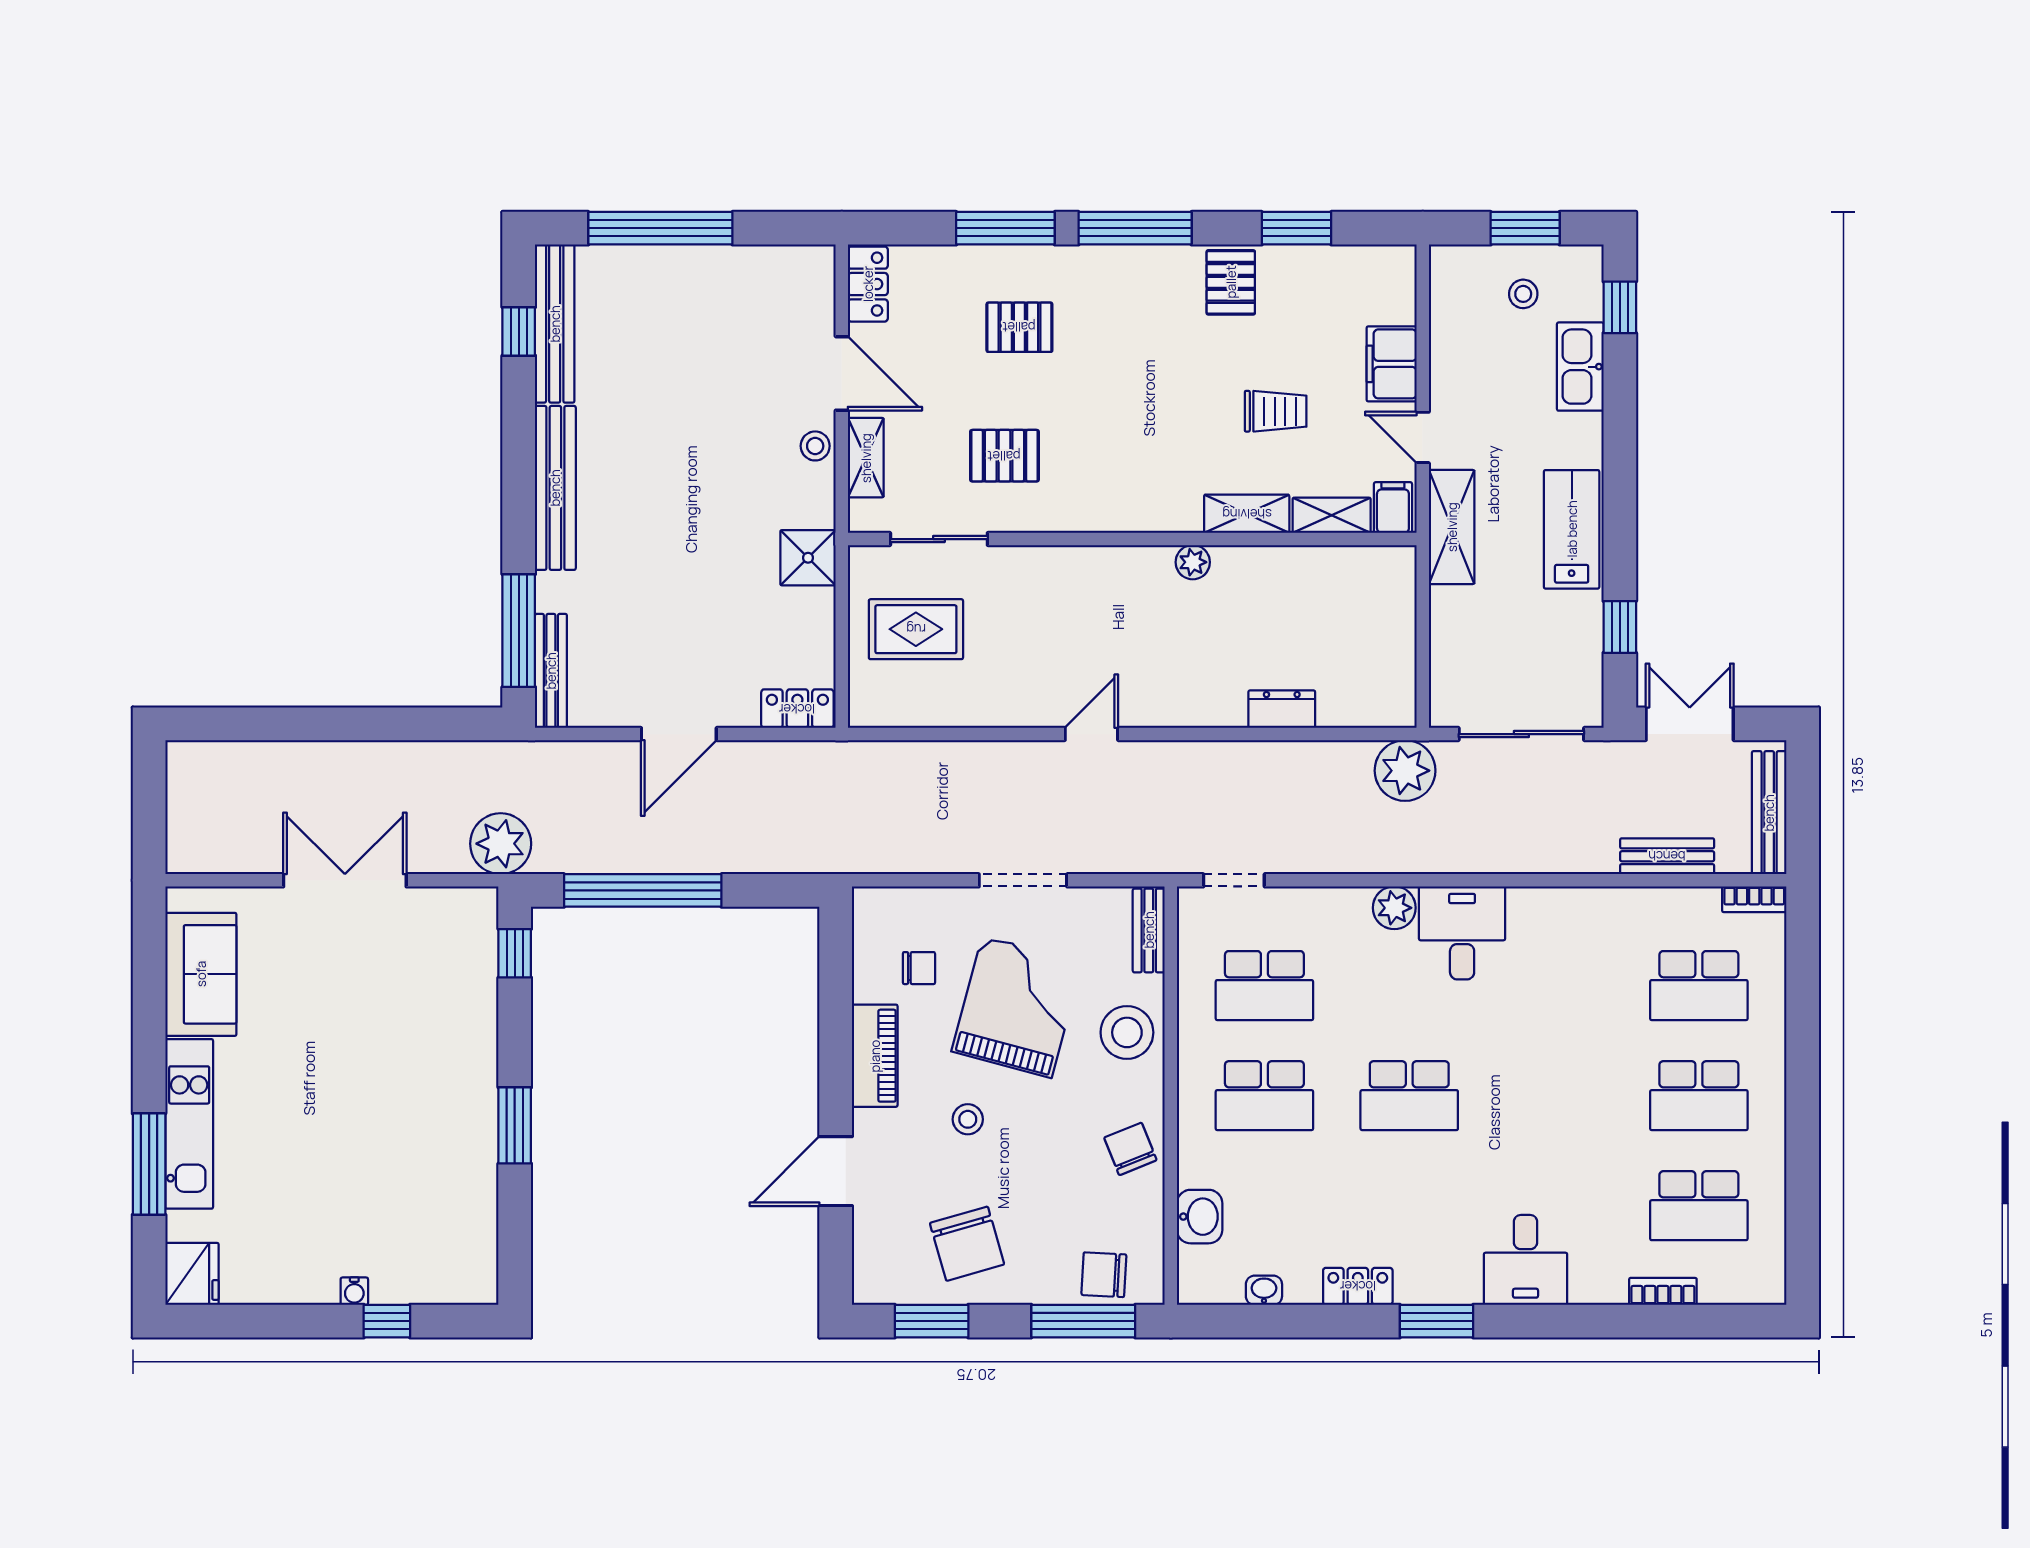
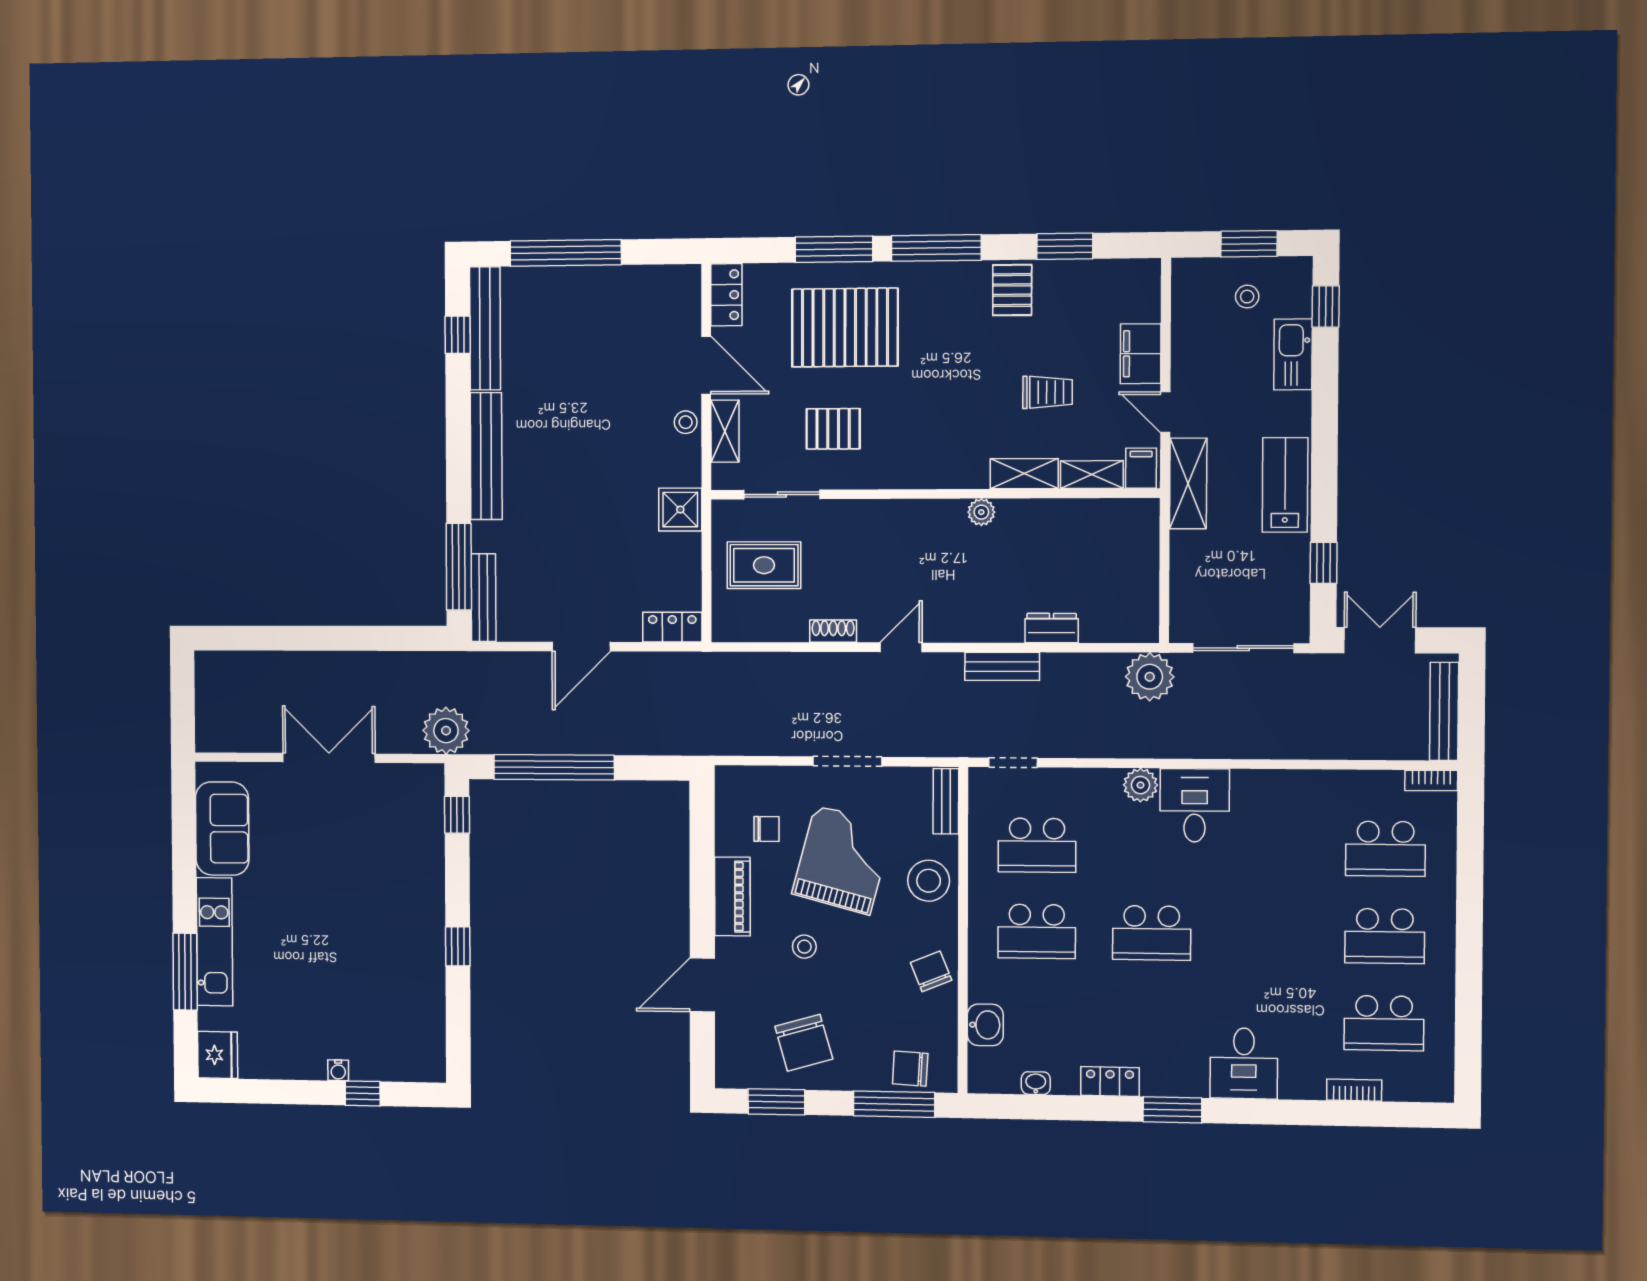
pallet: (1019, 327) -> (845, 327), width x2.05, depth x2.00
shoe rack: (1005, 713) -> (833, 631), added
bench: (1667, 856) -> (1002, 666), moved
window: (515, 1125) -> (458, 946), width x0.67

